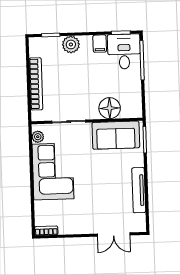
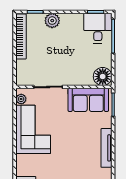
filing cabinet: (100, 44) -> (77, 21), removed
bookcase: (36, 84) -> (21, 37), moved
floor lamp: (110, 108) -> (103, 77), moved

